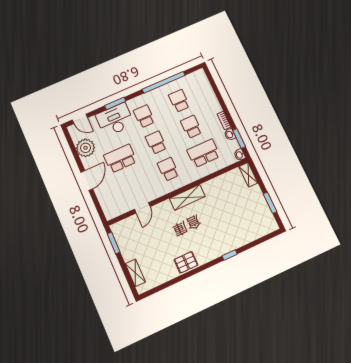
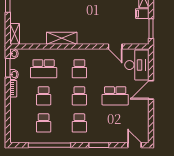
desk: (115, 120) -> (137, 65), moved, turned -90
plant: (86, 148) -> (140, 118), removed
shelving: (187, 197) -> (62, 38), moved
door: (142, 208) -> (115, 46), swing flipped
filing cabinet: (129, 254) -> (142, 14), added

